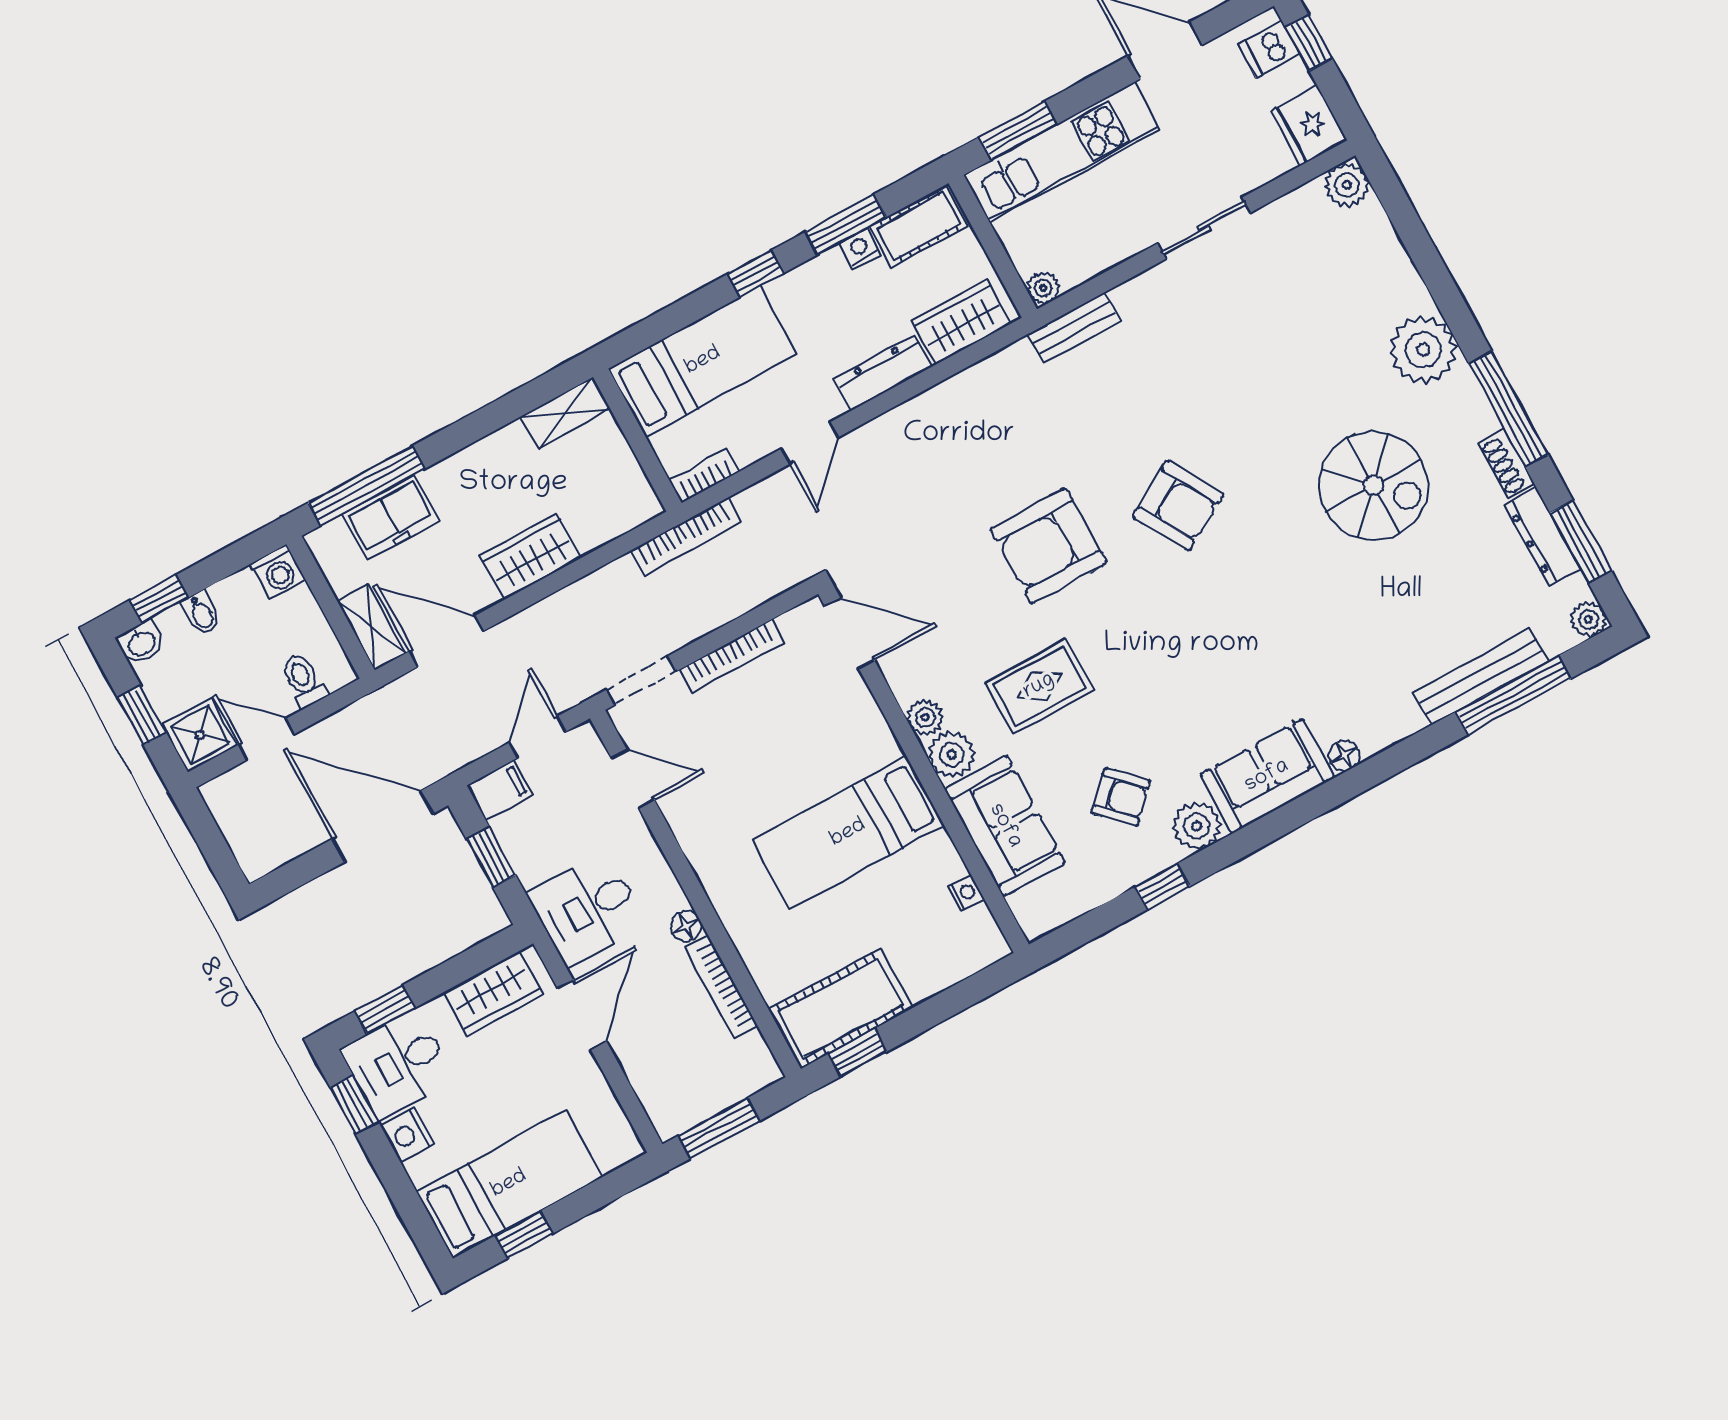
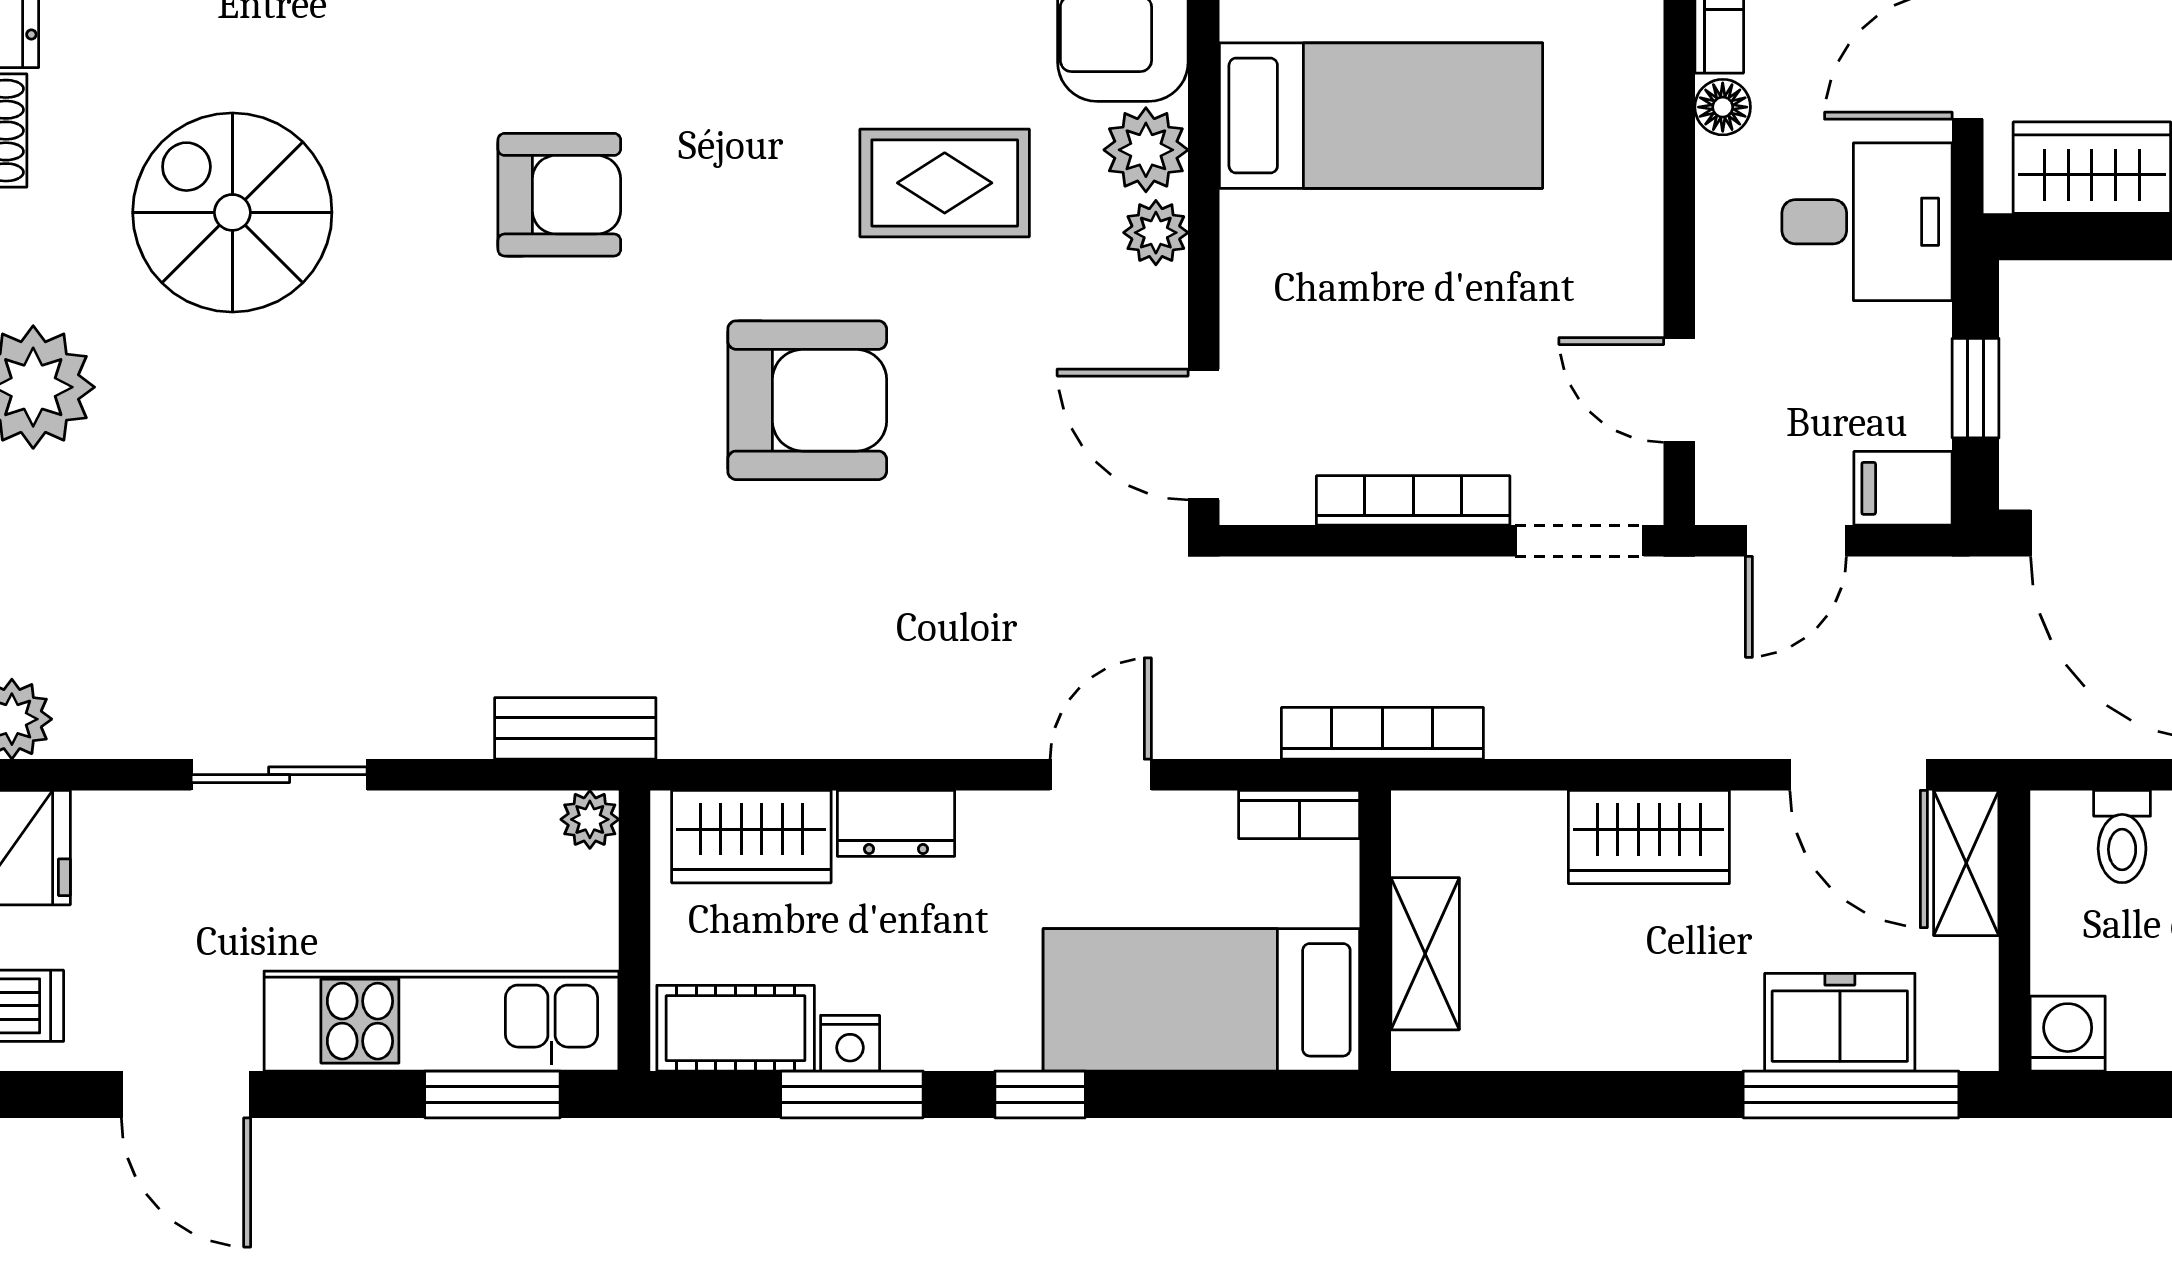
dresser: (883, 373) -> (896, 823), width x0.70
shelving: (566, 413) -> (1425, 954), moved, turned 90
armchair: (1178, 505) -> (559, 195), moved, turned 120

